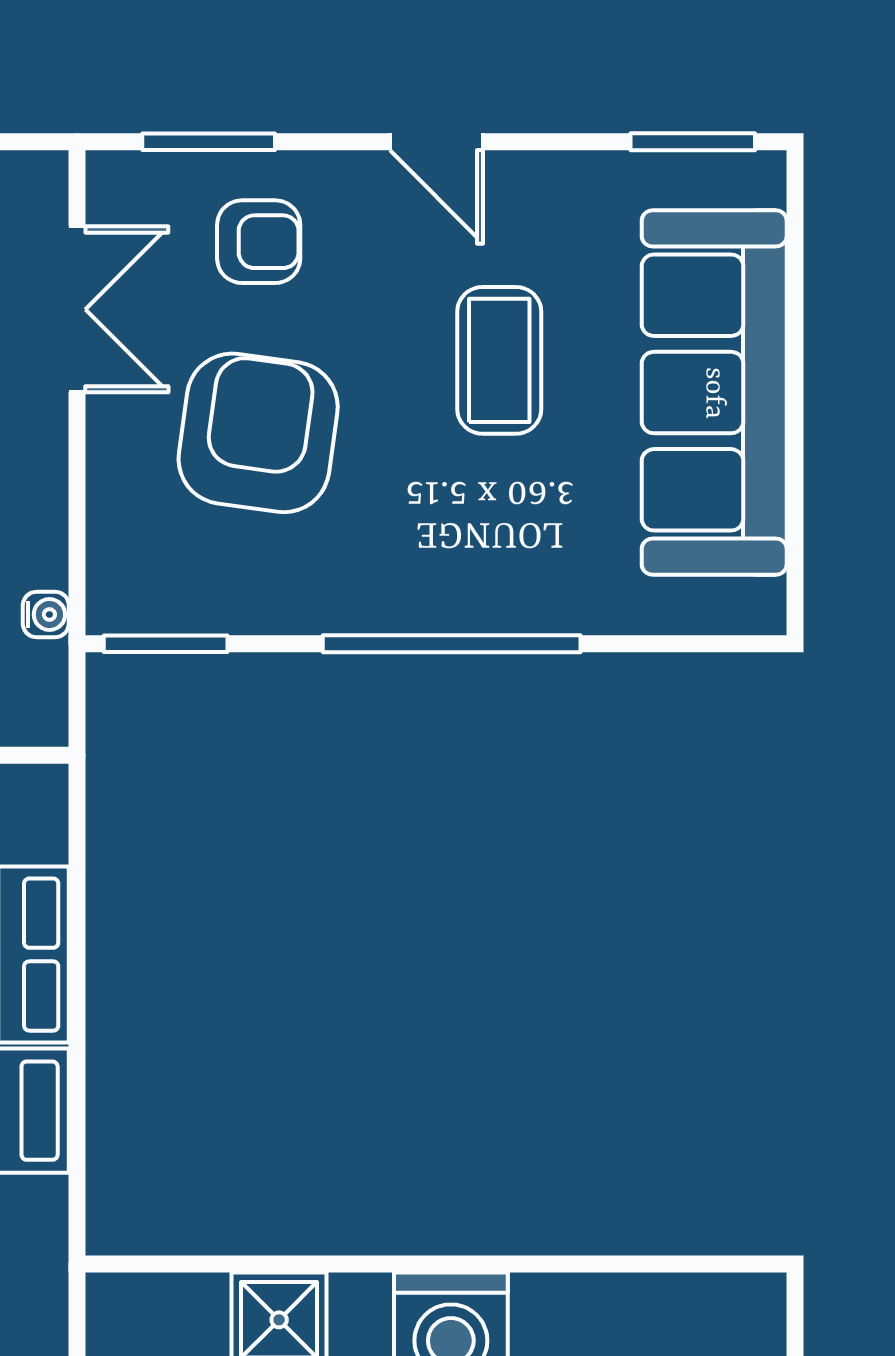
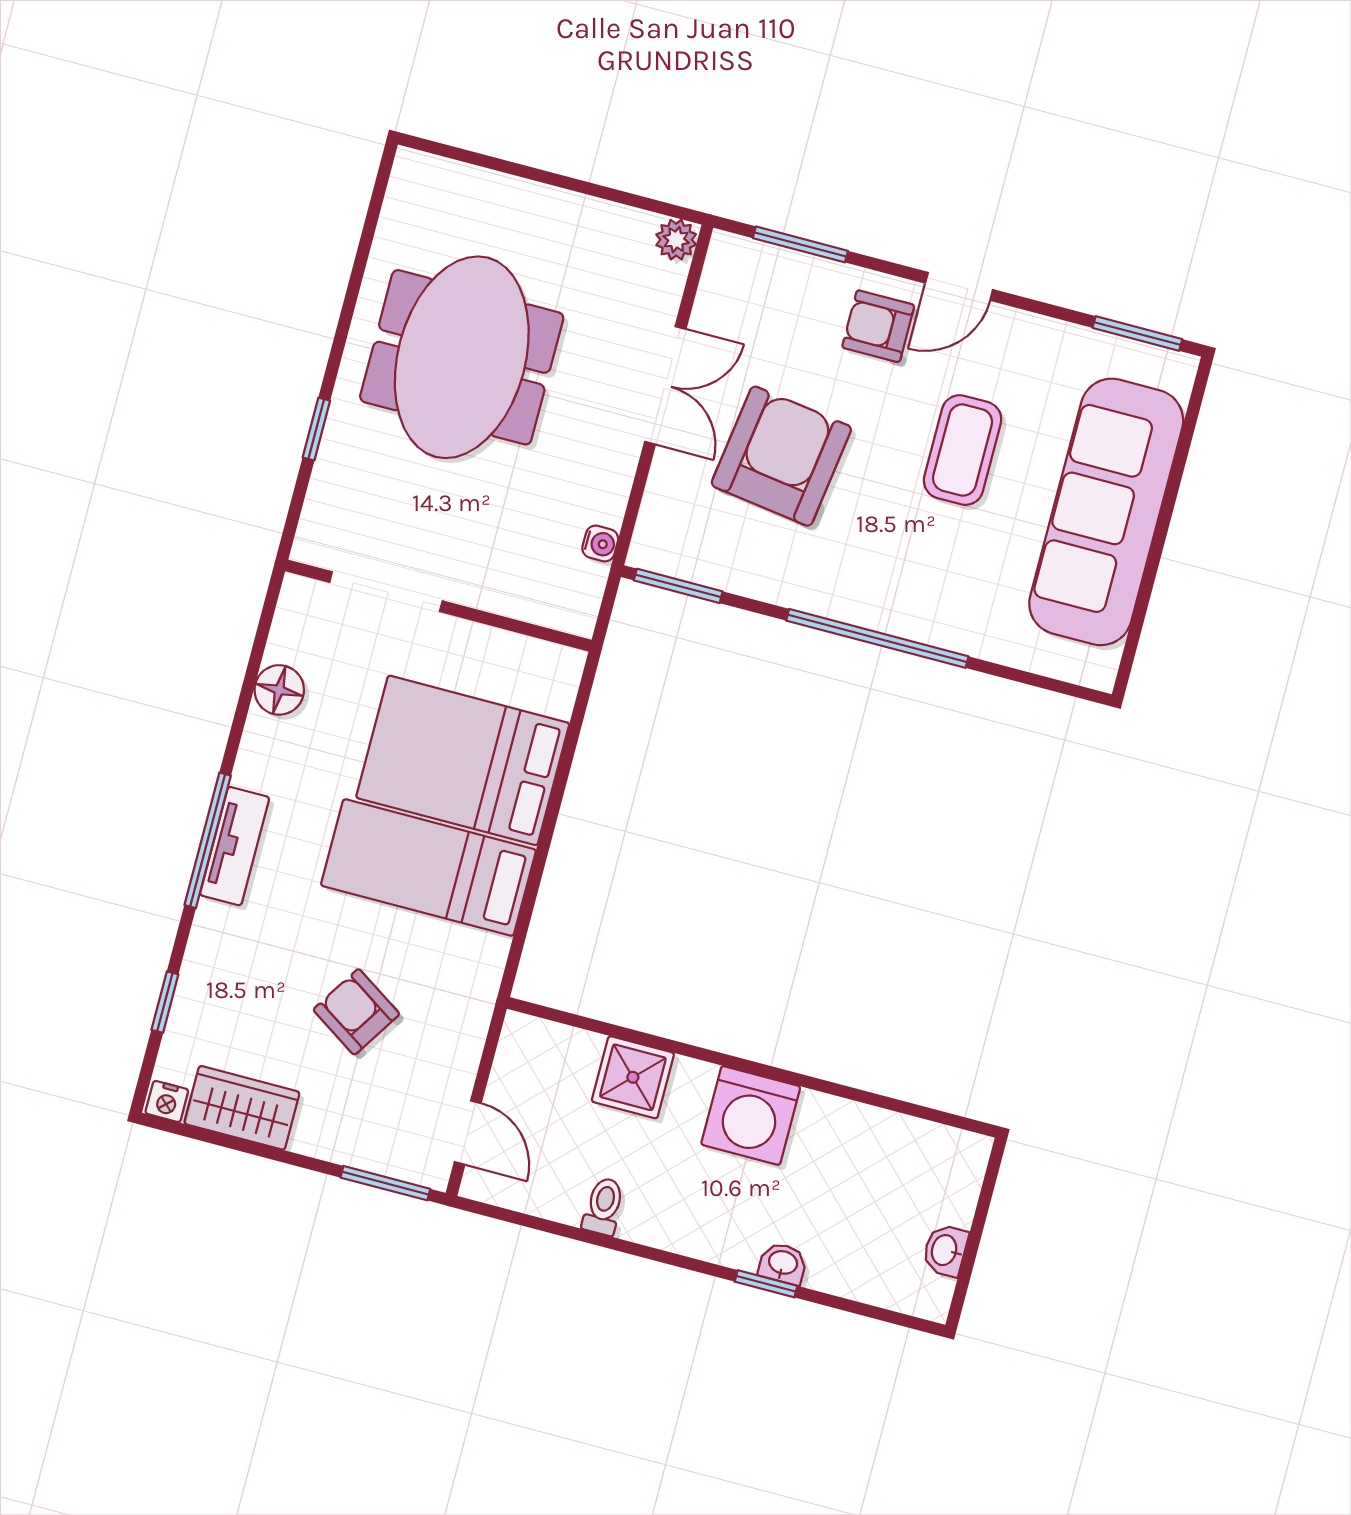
door: (437, 142) -> (959, 286), hinge flipped
plant: (40, 179) -> (676, 240), added
armchair: (259, 242) -> (878, 326), moved, turned 180
double door: (77, 309) -> (665, 385), moved

